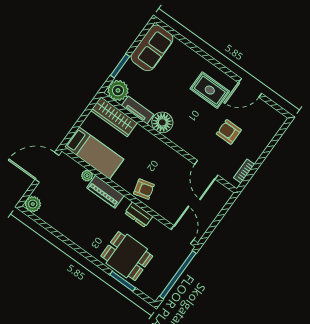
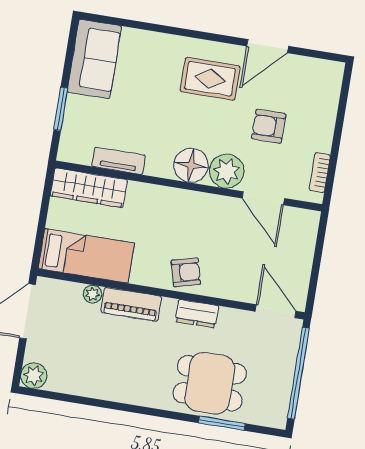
plant: (118, 90) -> (227, 171), moved
floor lamp: (162, 122) -> (191, 165), moved

